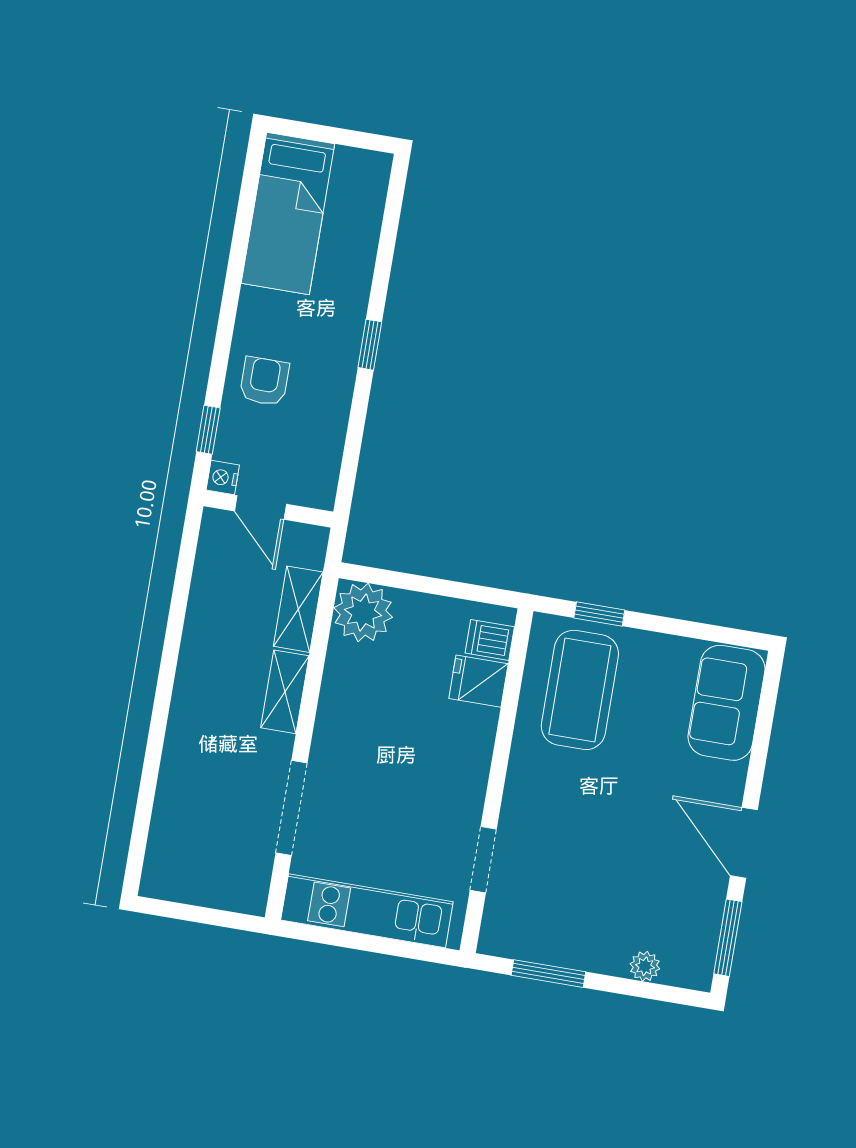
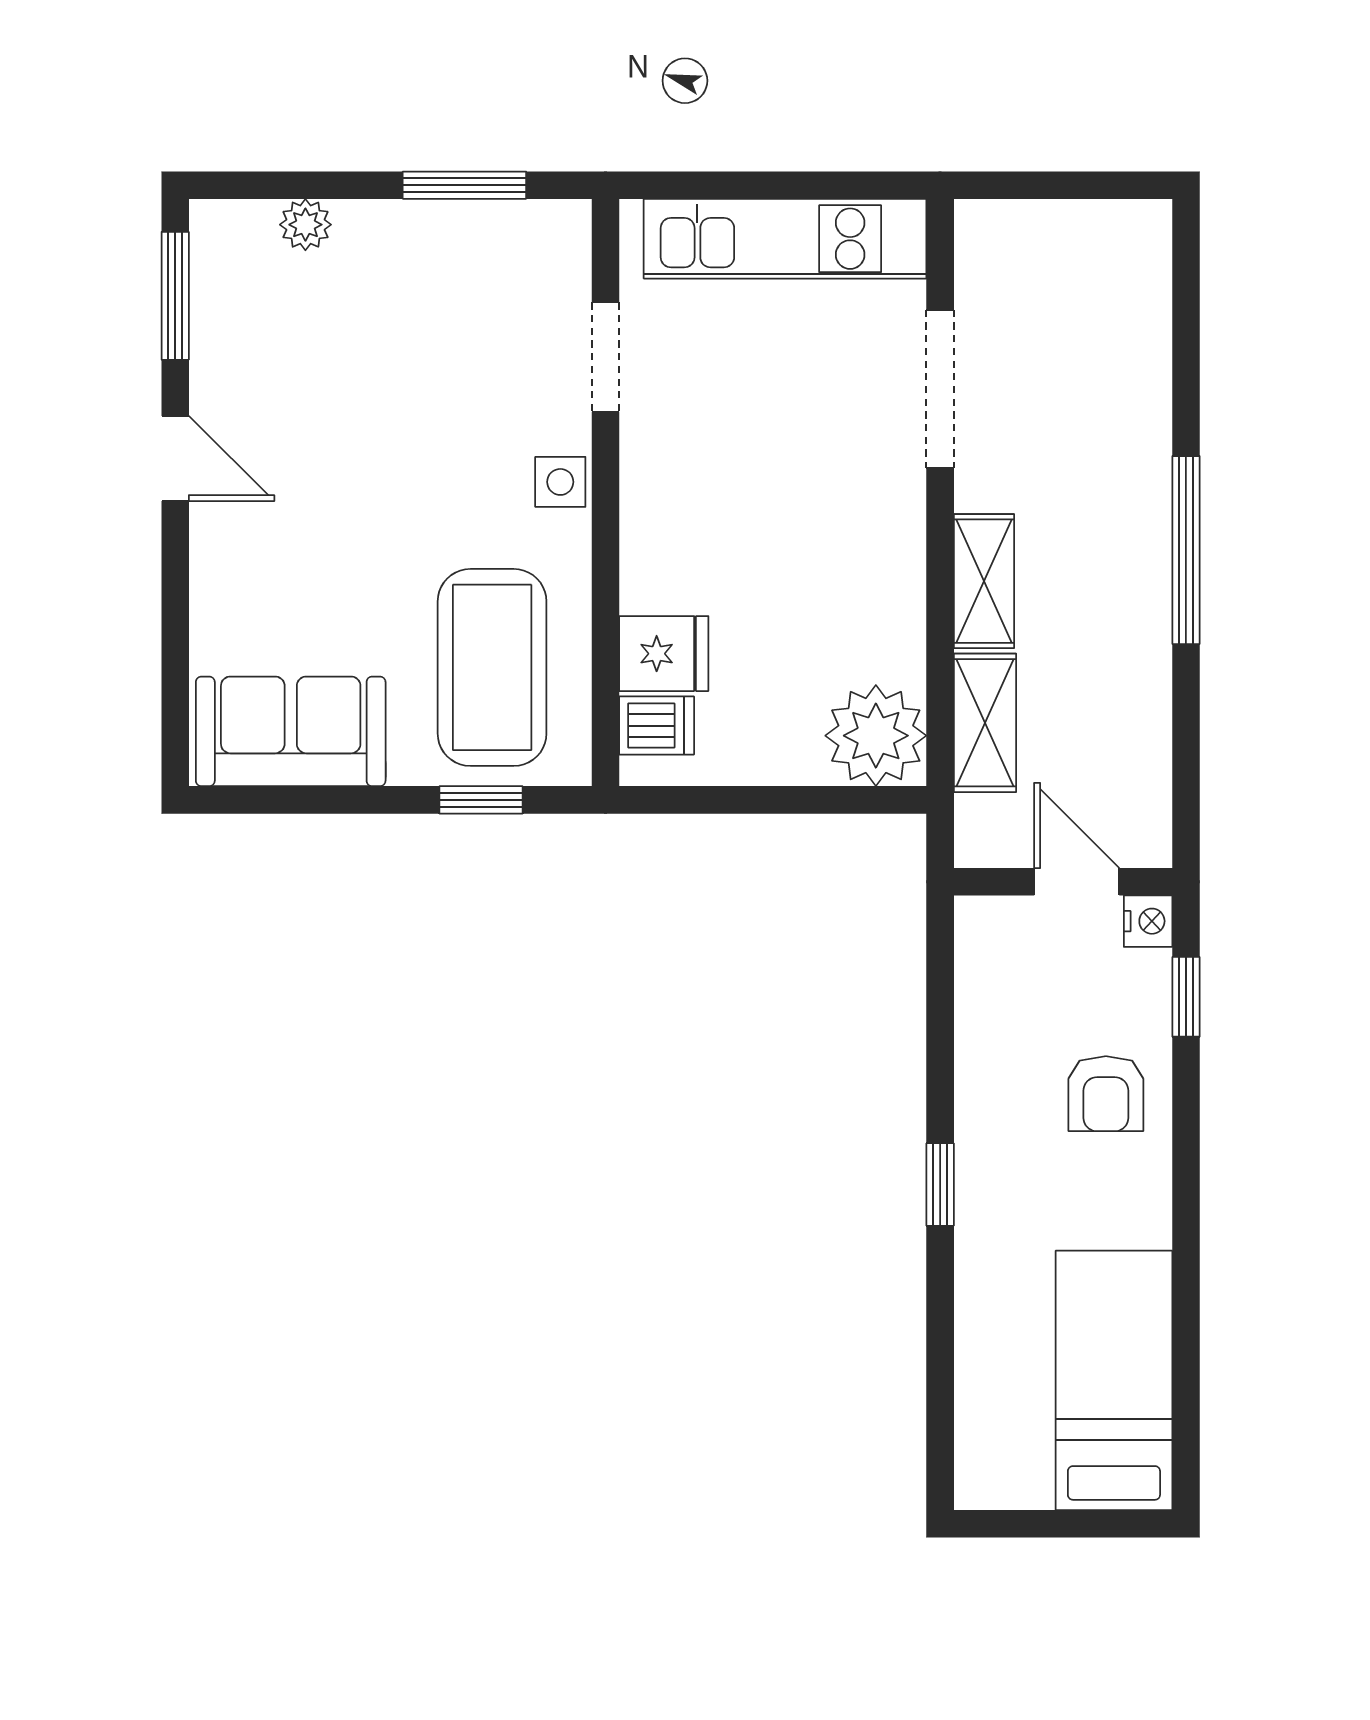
window: (164, 690) -> (1186, 550), added
sofa: (726, 703) -> (291, 731), moved, turned -90
side table: (522, 791) -> (560, 482), added
door: (744, 843) -> (175, 459), width x0.73

